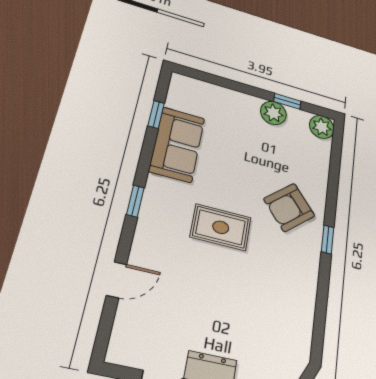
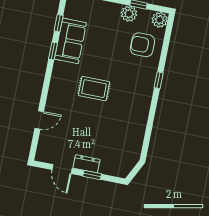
window: (135, 201) -> (53, 51), moved
armchair: (289, 207) -> (142, 45), moved, turned 41
window: (328, 239) -> (159, 80), moved

